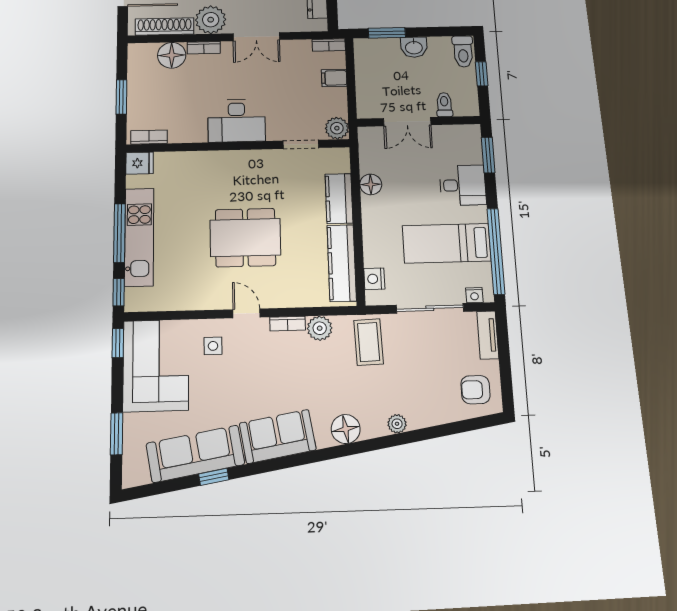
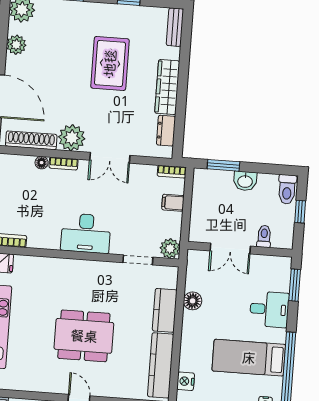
floor lamp: (172, 55) -> (42, 163), width x0.53, depth x0.53

